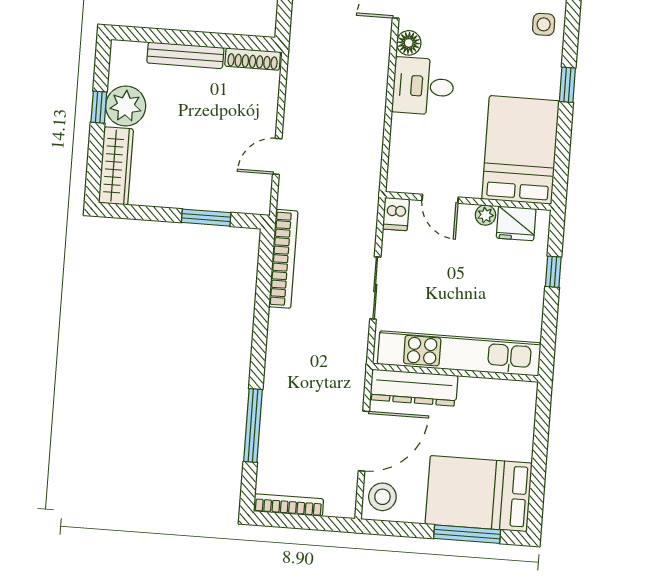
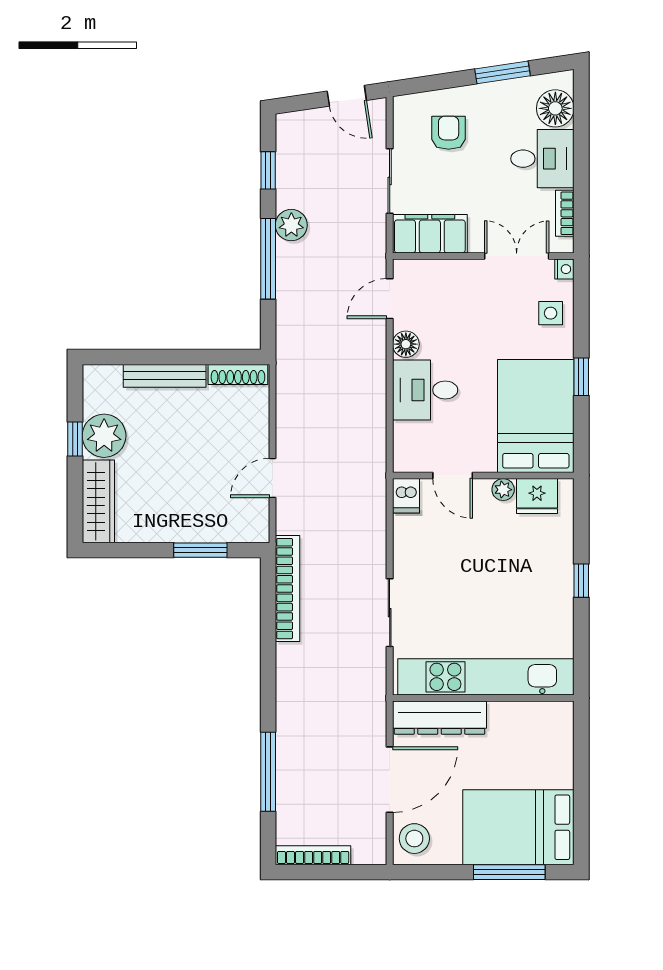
bed: (521, 150) -> (536, 416), moved
door: (440, 199) -> (453, 476), moved
wall: (468, 201) -> (483, 476), moved
dishwasher: (396, 214) -> (406, 496), moved
plant: (486, 215) -> (503, 490), moved
fridge: (516, 223) -> (537, 496), moved

